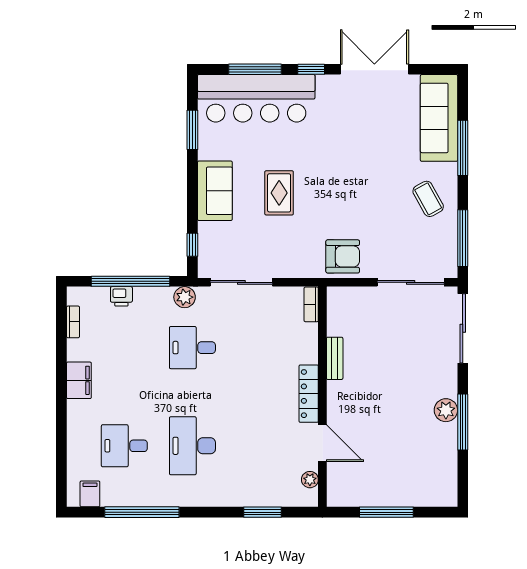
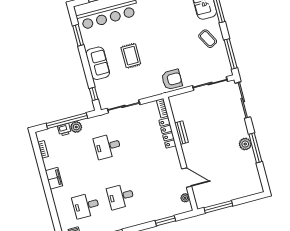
plant: (185, 297) -> (76, 127), moved
locker: (309, 394) -> (167, 133), moved
desk: (192, 446) -> (121, 196), width x0.73
window: (386, 512) -> (218, 207), moved

